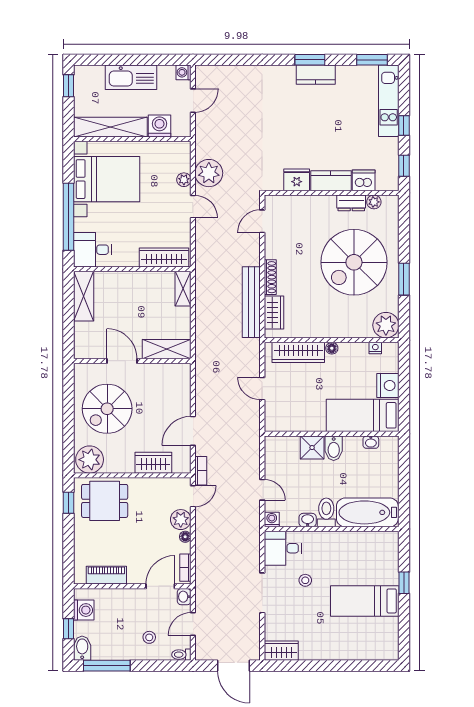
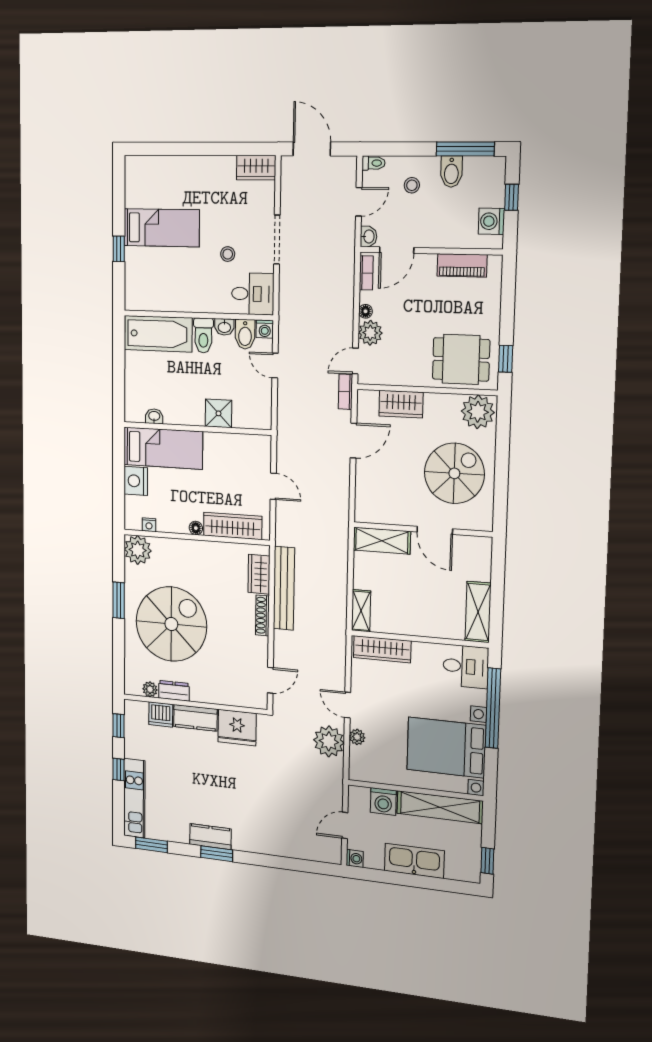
fridge: (297, 180) -> (237, 728), width x1.36, depth x1.34
bidet: (334, 448) -> (245, 334), moved, turned 180
bidet: (82, 648) -> (451, 172), moved

